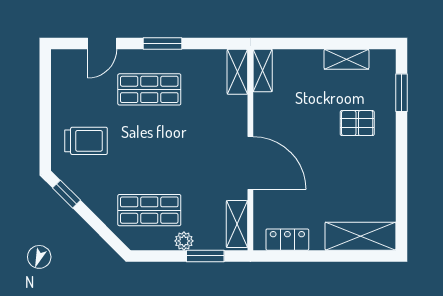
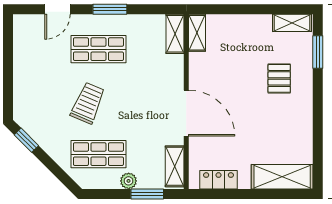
shelving: (346, 59) -> (292, 23), moved
pallet: (357, 123) -> (279, 78), turned 90
trolley: (86, 141) -> (88, 103), moved, turned -67

